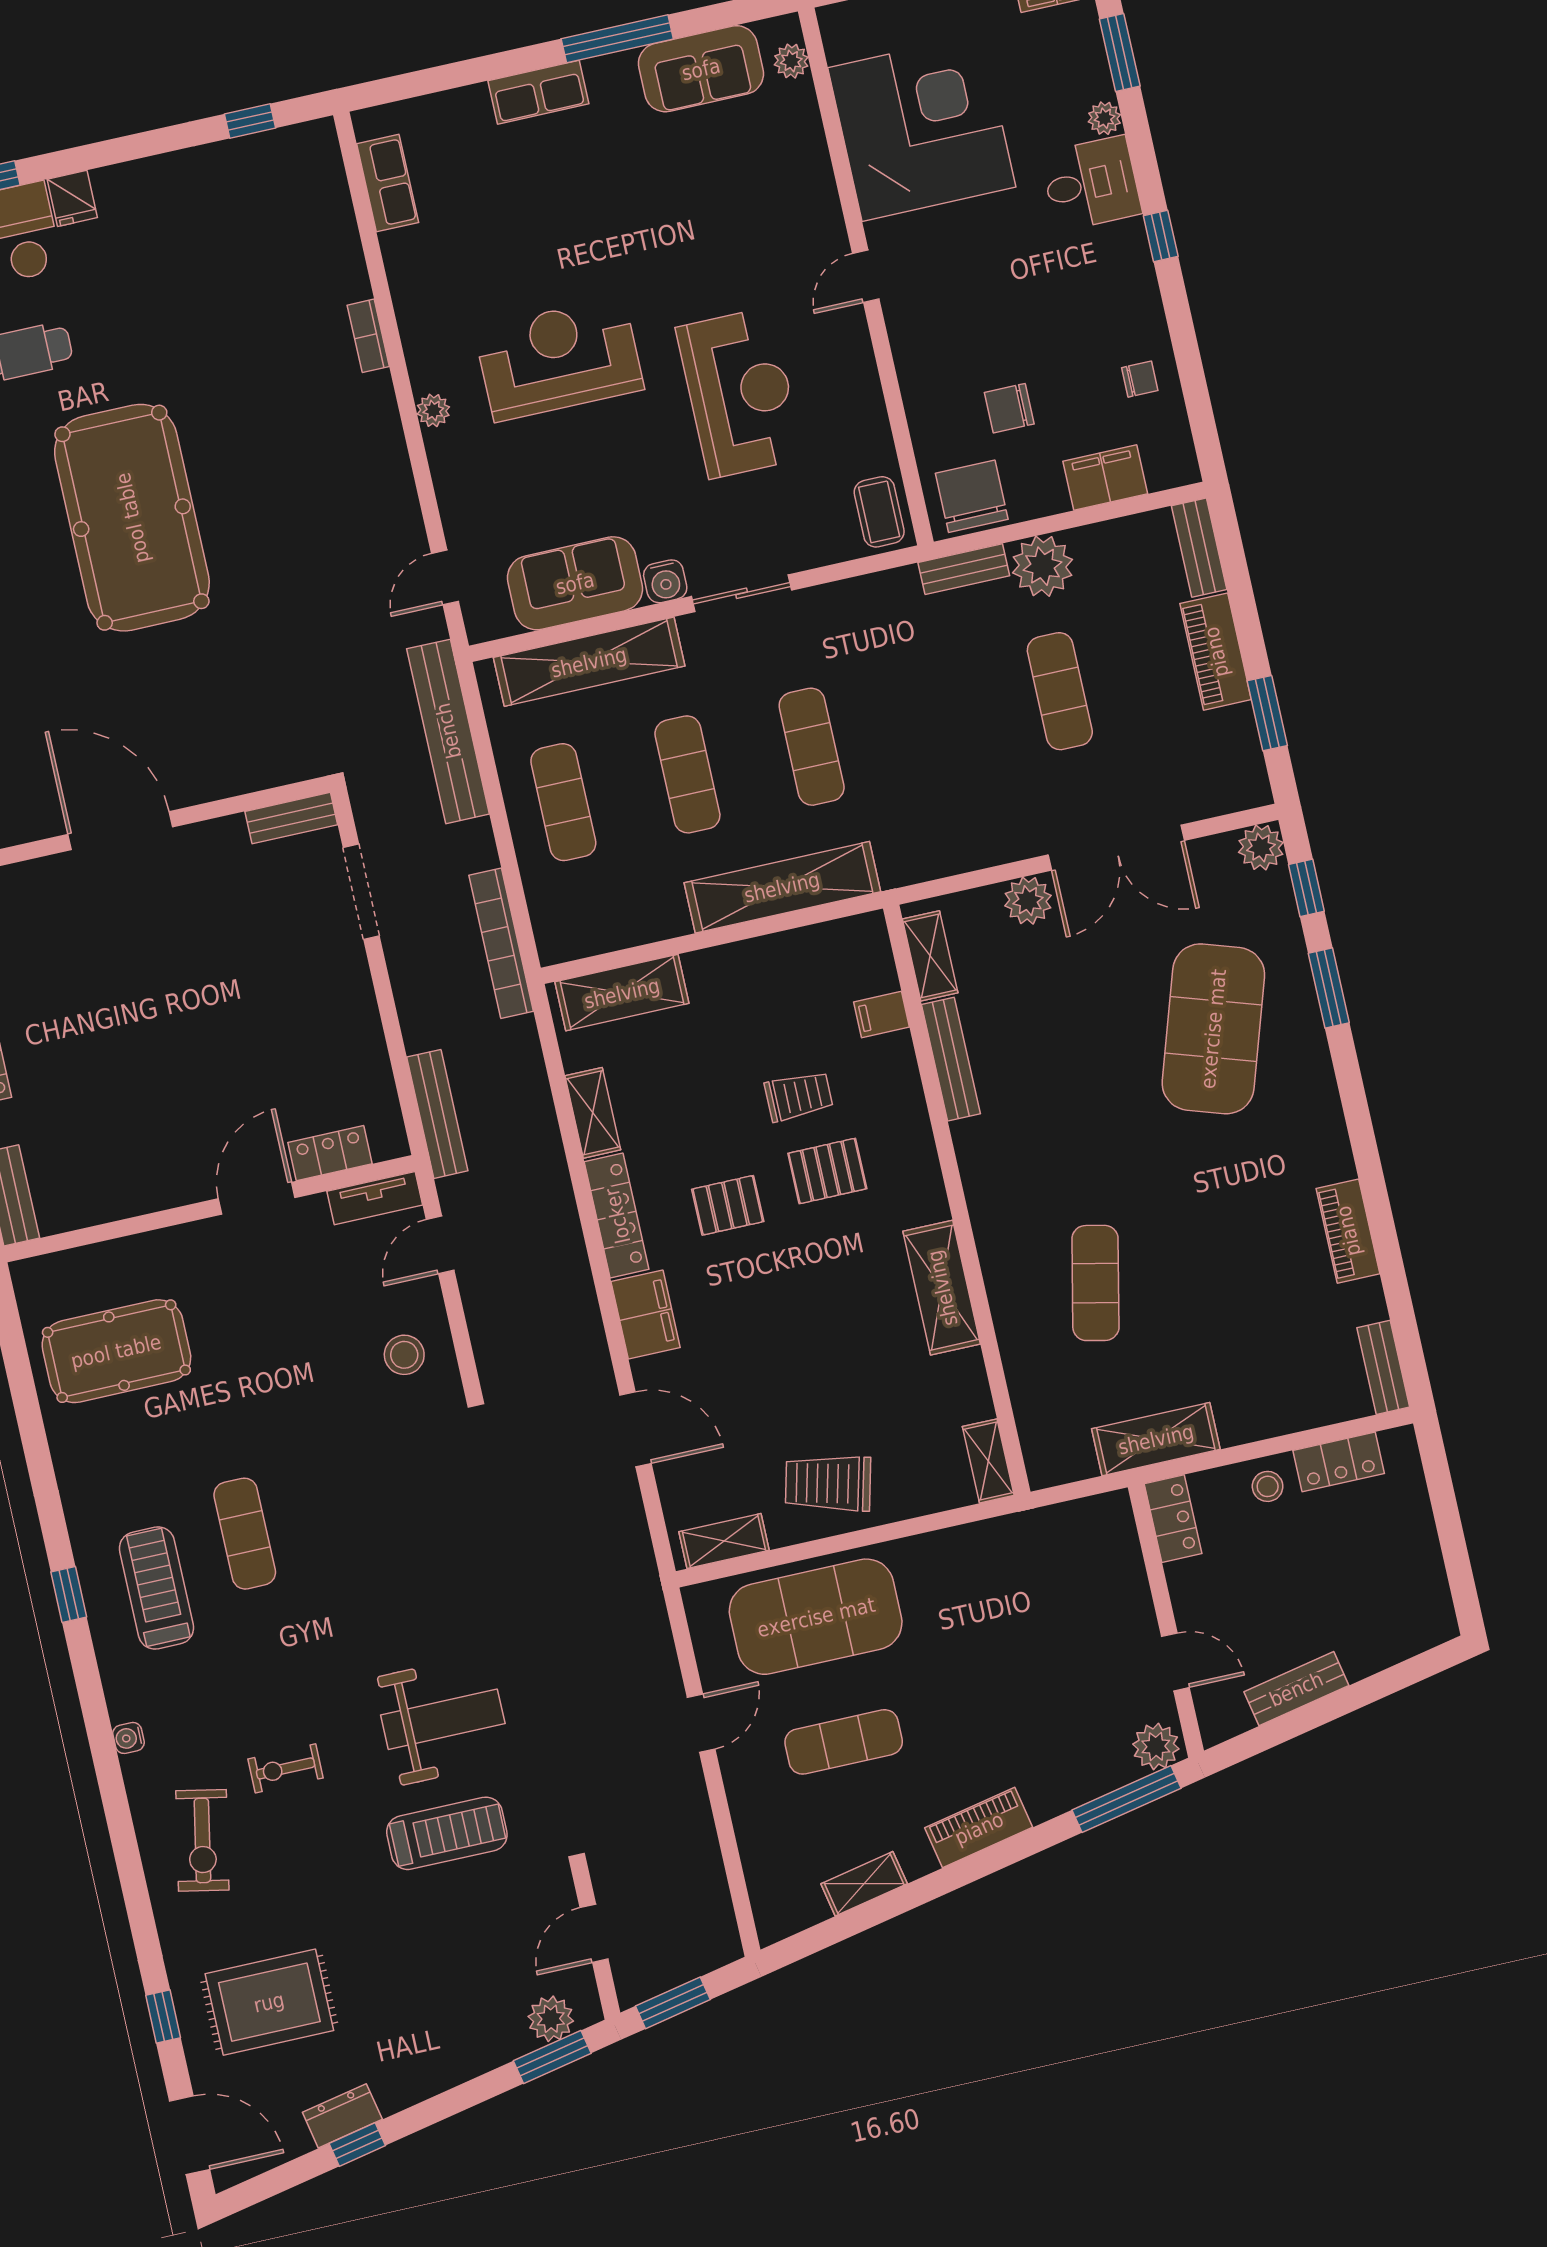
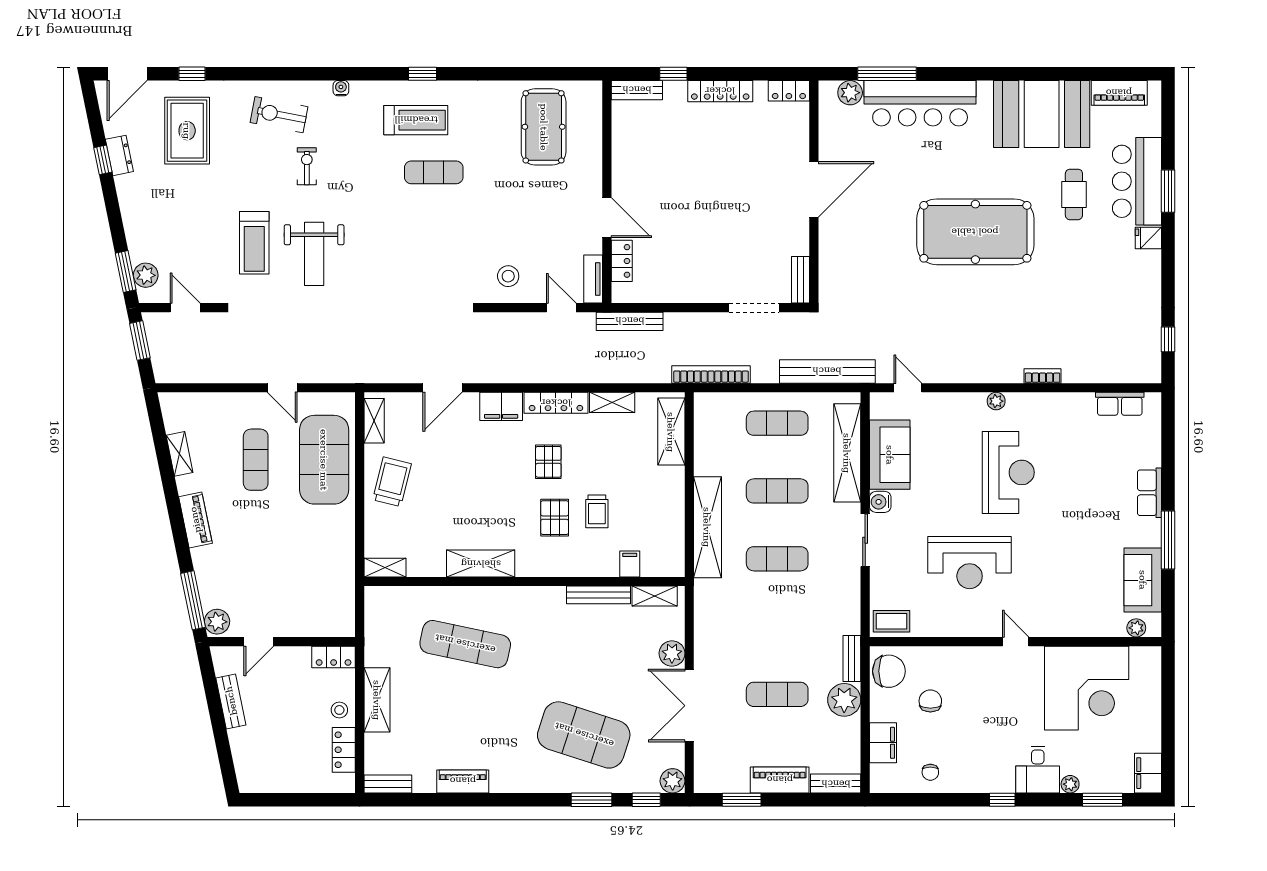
exercise mat: (1095, 1283) -> (465, 644), width x1.36, depth x1.45
shelving: (1156, 1439) -> (377, 700), moved

